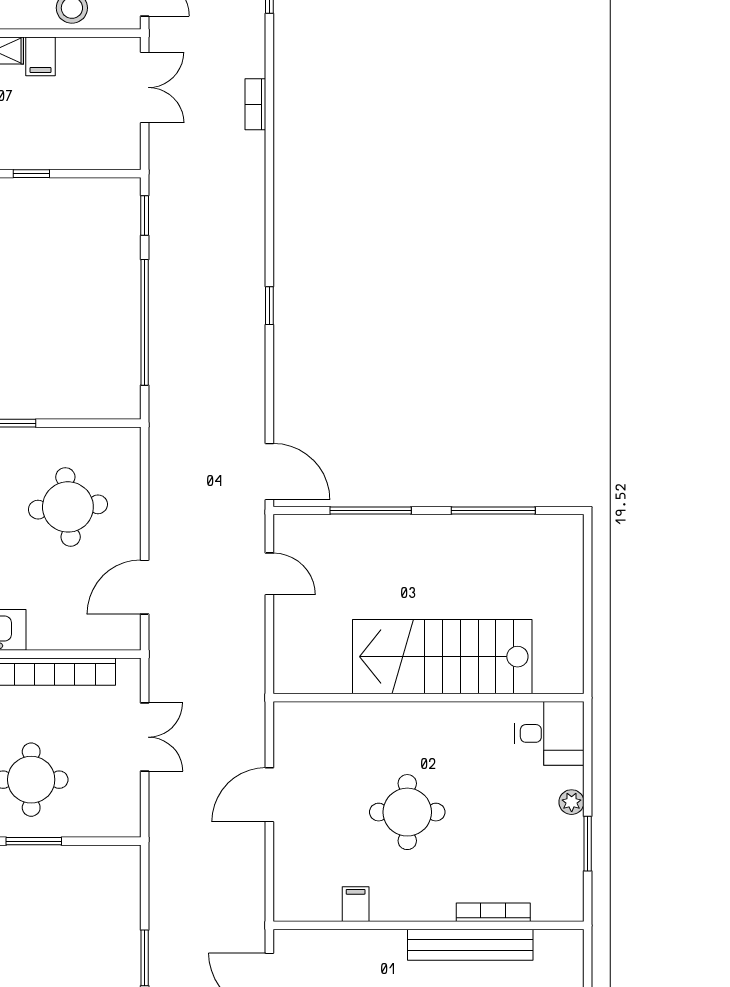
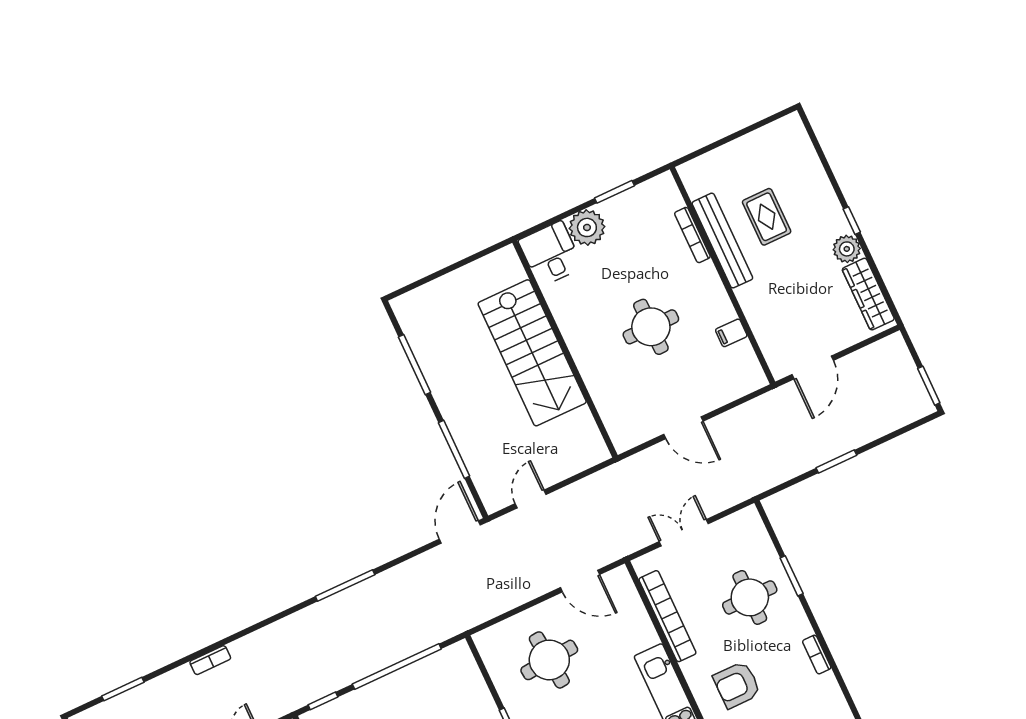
window: (269, 306) -> (345, 585), width x2.17
plant: (572, 802) -> (587, 227), width x1.88, depth x1.88

